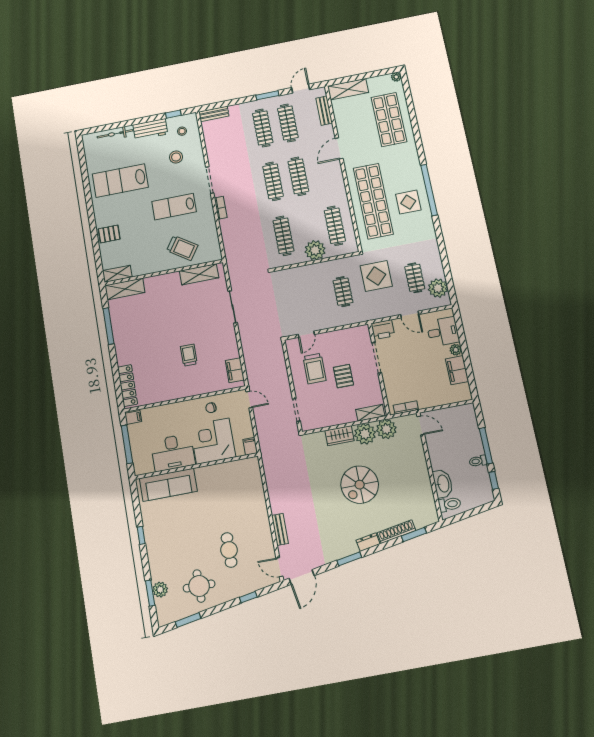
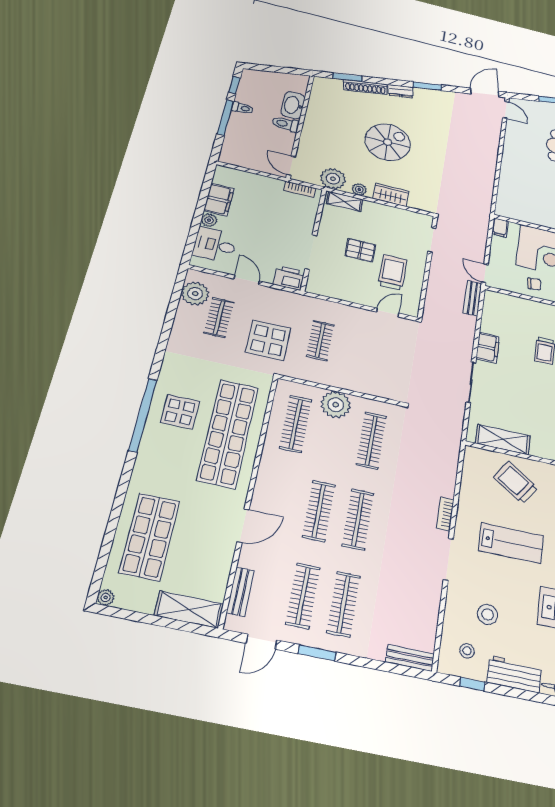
filing cabinet: (235, 370) -> (488, 348), moved
pallet: (343, 376) -> (360, 250), turned 90
plant: (365, 434) -> (359, 189), width x0.53, depth x0.53
toilet: (450, 504) -> (285, 124), moved
bench: (280, 529) -> (472, 298), moved

